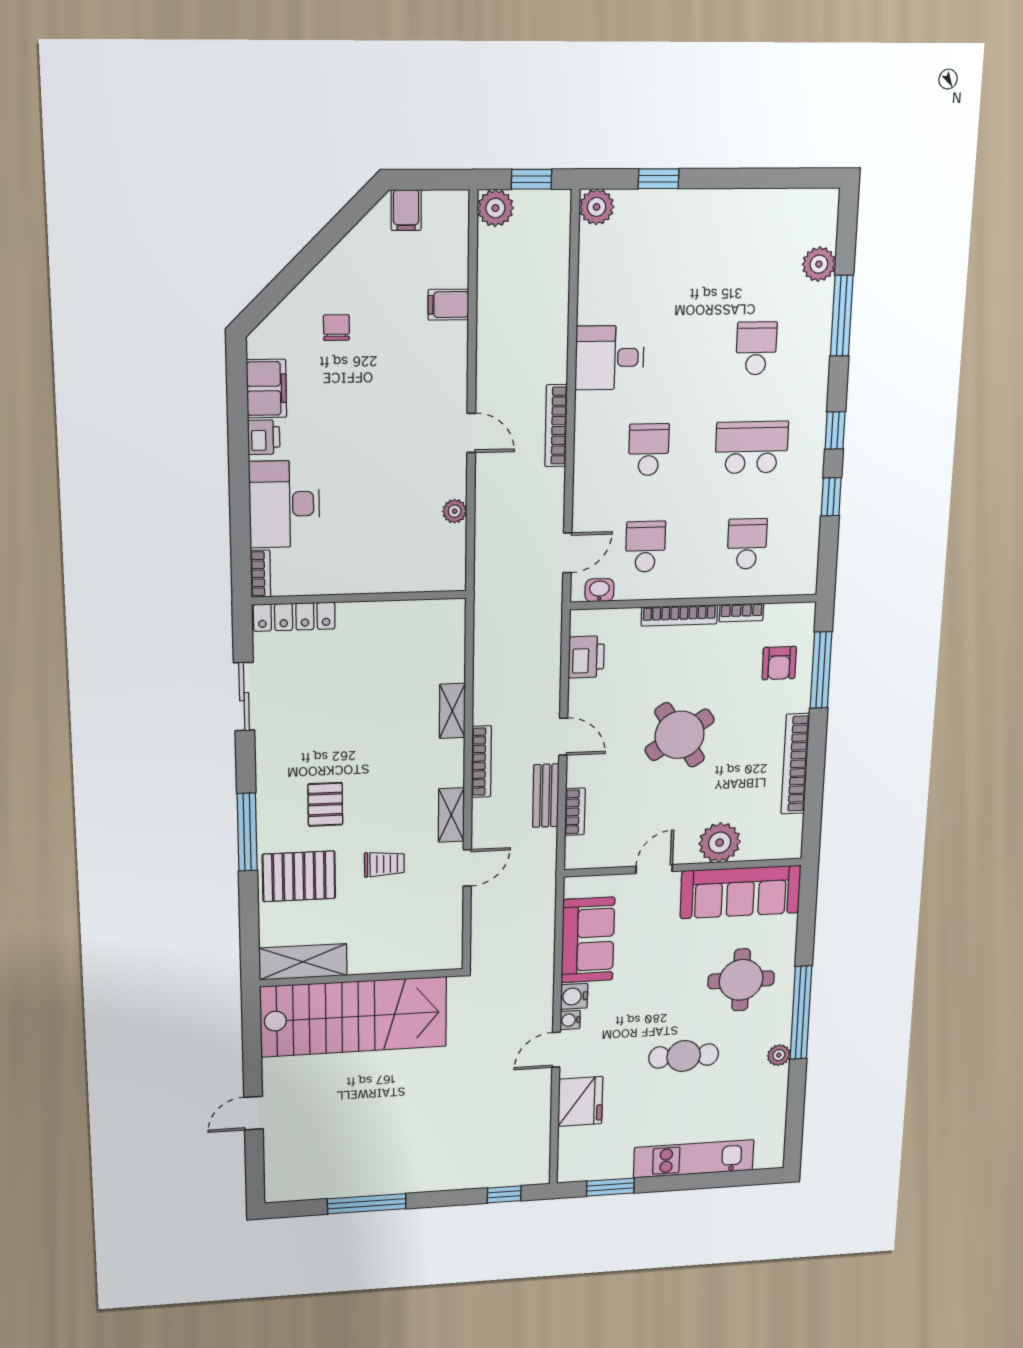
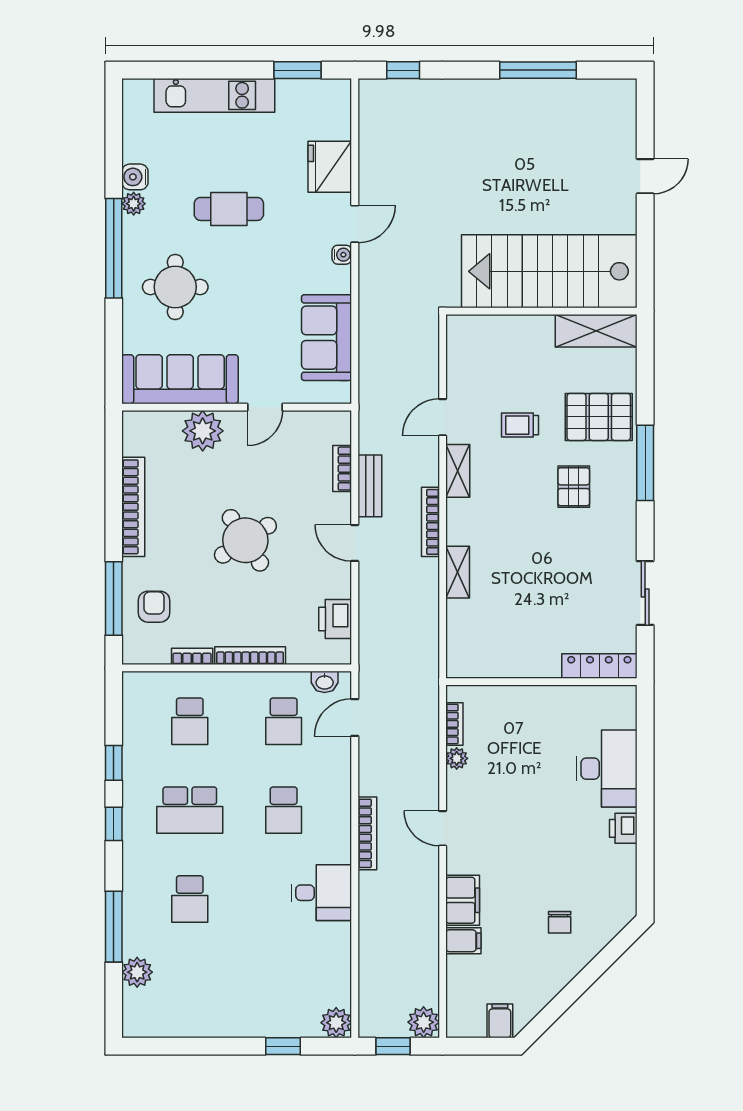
filing cabinet: (266, 389) -> (463, 900), moved, turned 180
bookcase: (261, 574) -> (454, 724), moved, turned 180
water cooler: (574, 996) -> (135, 177), moved, turned 180

